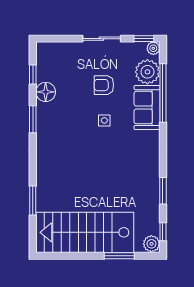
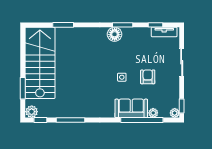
sliding door: (102, 39) -> (182, 62), moved
tv unit: (43, 63) -> (164, 32), added
plant: (147, 72) -> (153, 113), width x0.53, depth x0.53
floor lamp: (46, 92) -> (115, 34), moved
window: (163, 191) -> (70, 120), width x1.44

